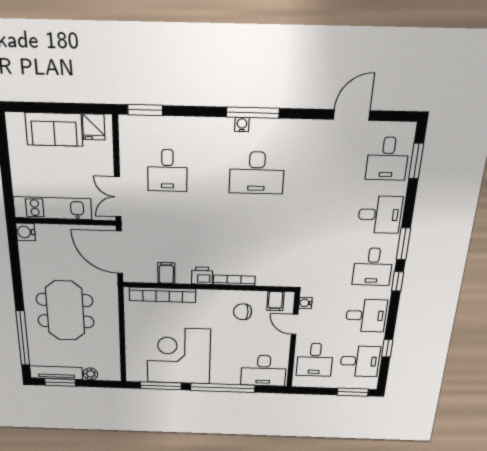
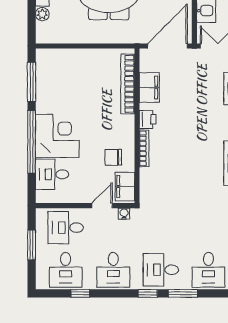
filing cabinet: (166, 273) -> (149, 87), width x2.00
filing cabinet: (275, 301) -> (125, 187), width x2.00
chair: (243, 312) -> (113, 157), turned -90
corner desk: (179, 356) -> (57, 136), moved, width x0.74, depth x0.74
desk: (263, 371) -> (52, 174), width x0.73
window: (353, 392) -> (32, 245), moved

